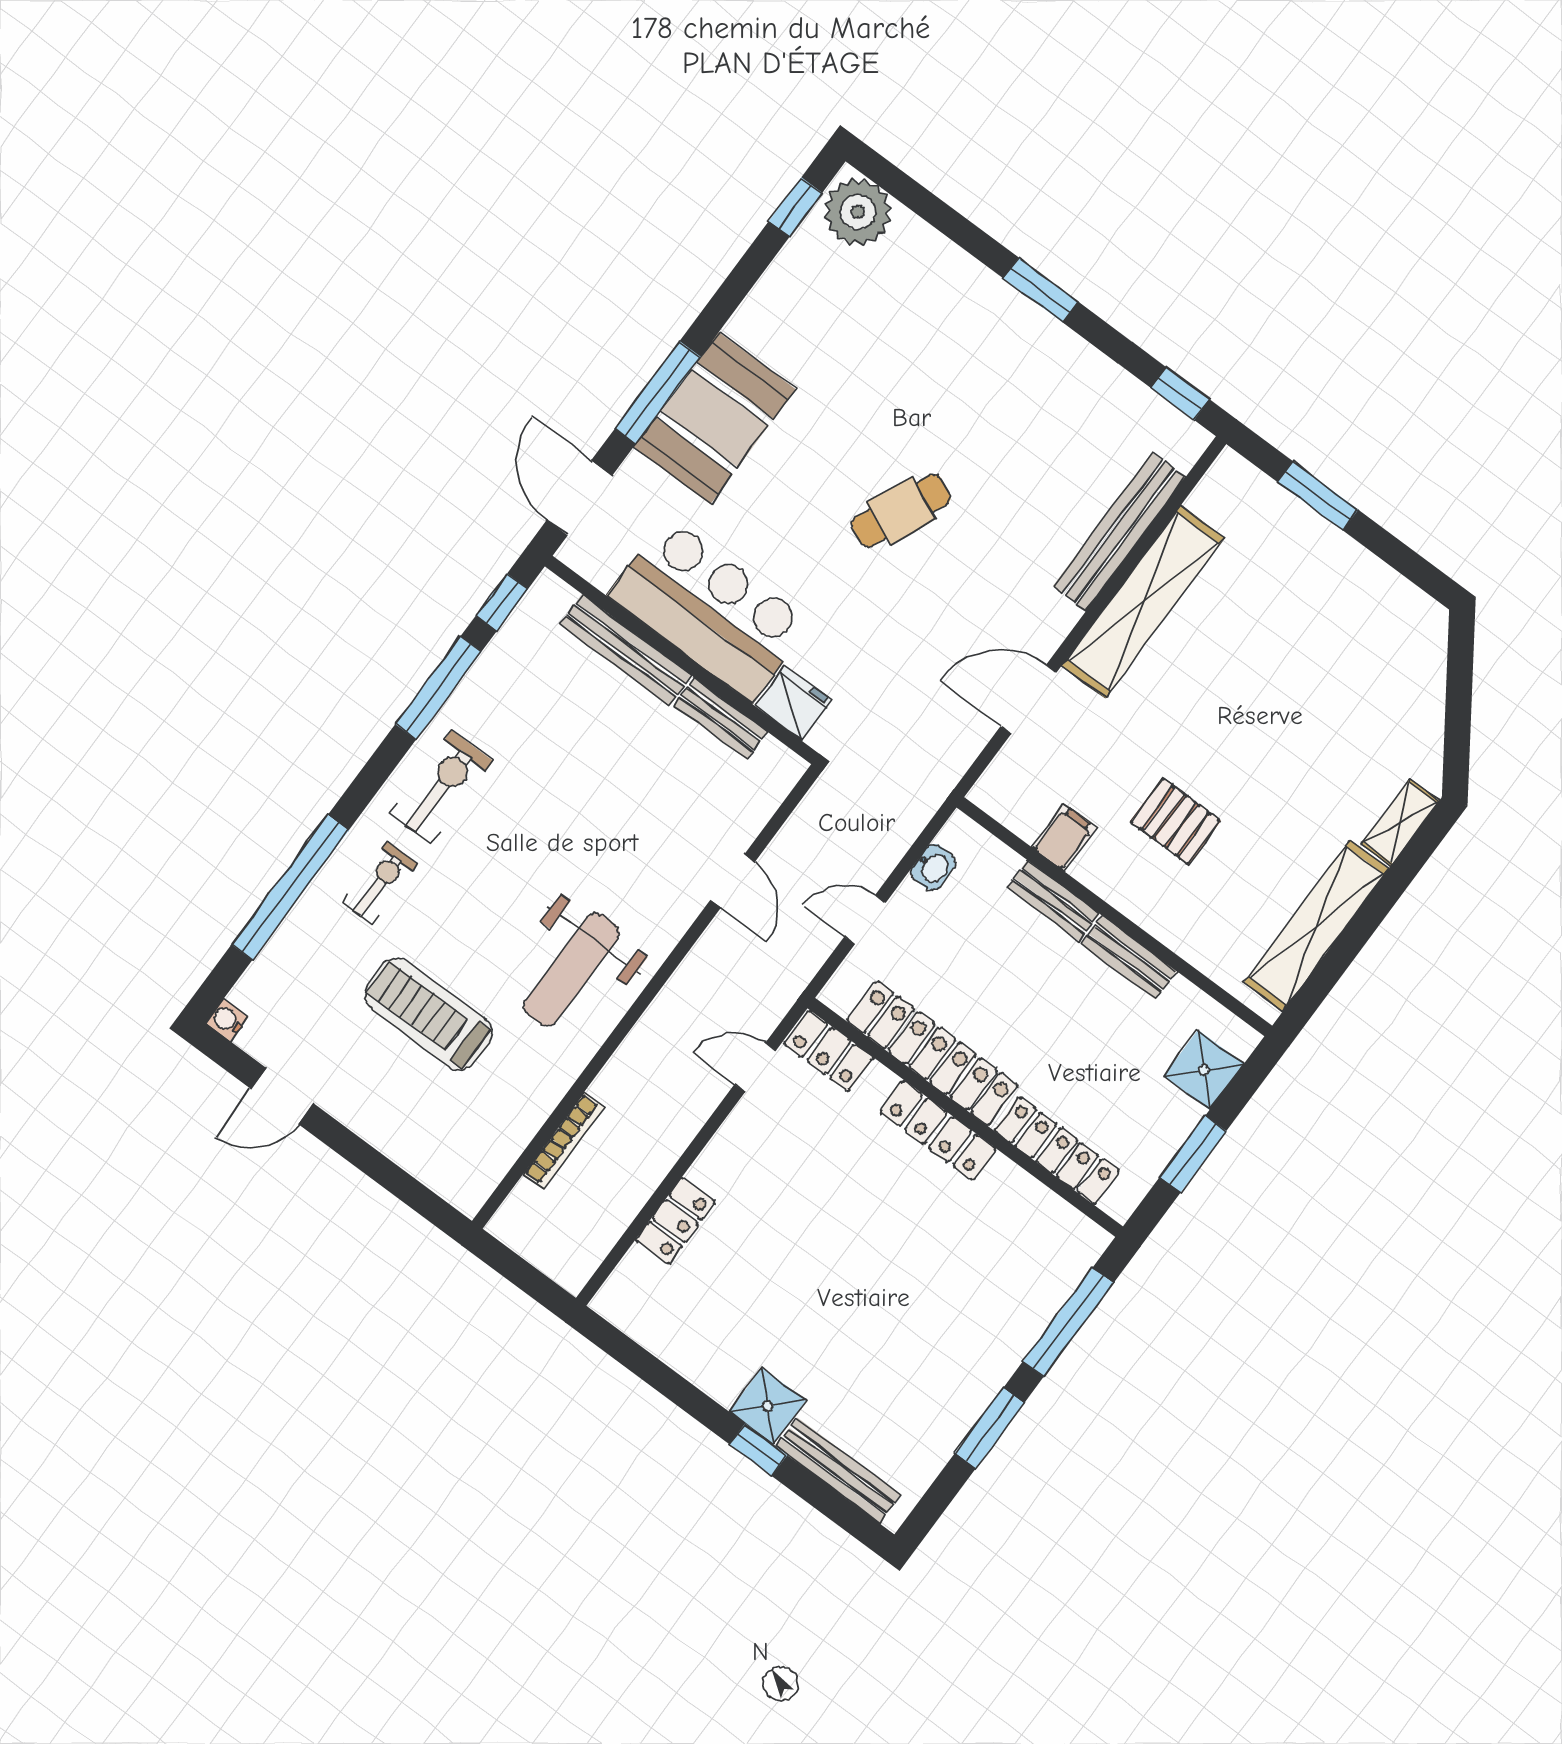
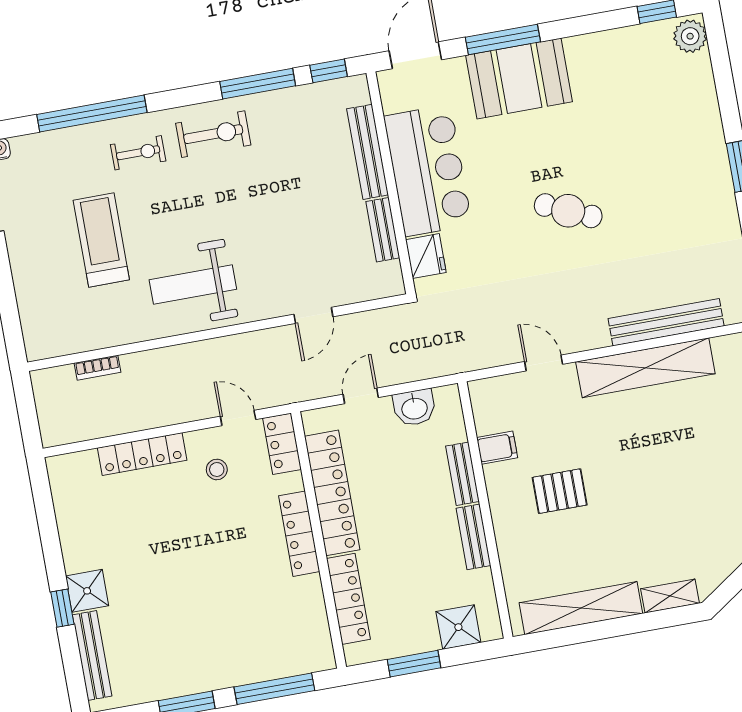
plant: (858, 212) -> (690, 36), width x0.73, depth x0.73
door: (1029, 699) -> (544, 363), width x0.73
pallet: (1175, 821) -> (560, 491), turned 90
washbasin: (933, 867) -> (414, 408), width x1.38, depth x1.45
door: (865, 920) -> (361, 396), hinge flipped
bookcase: (564, 1141) -> (98, 368), width x0.64
stool: (784, 1144) -> (217, 469), added
locker: (676, 1221) -> (142, 454), width x1.53

